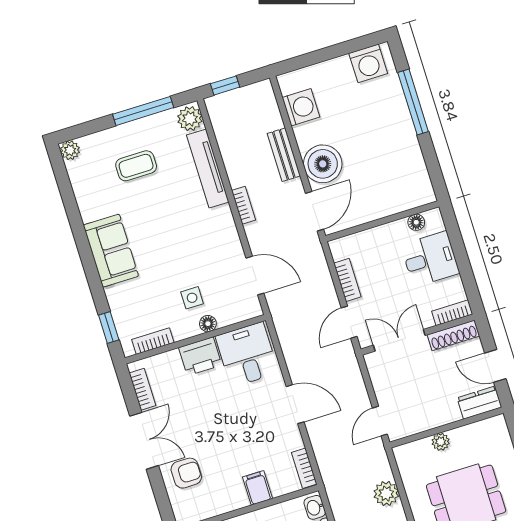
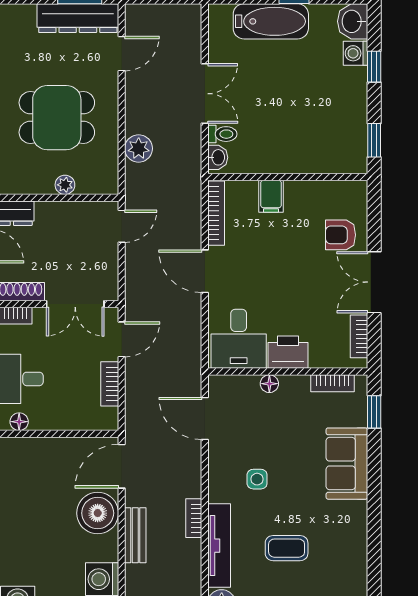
coffee table: (136, 166) -> (287, 548), moved
bookcase: (244, 205) -> (194, 518), moved
sofa: (111, 251) -> (347, 464), moved
side table: (192, 298) -> (257, 479), moved
bookcase: (304, 468) -> (216, 213), width x1.56

